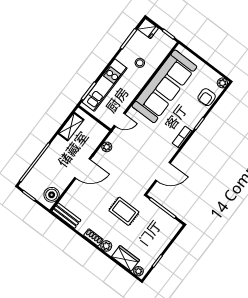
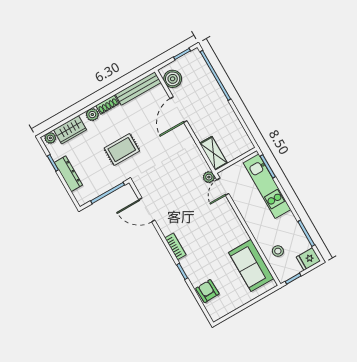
stool: (140, 63) -> (278, 251), moved
plant: (222, 83) -> (216, 315), removed
sofa: (164, 86) -> (251, 265), width x0.54, depth x0.79
shelving: (71, 127) -> (213, 153), moved
plant: (107, 147) -> (209, 177), moved
door: (83, 168) -> (179, 110), moved
door: (163, 172) -> (147, 210), hinge flipped
bench: (66, 216) -> (138, 88), width x1.36
dresser: (161, 245) -> (68, 174), added

